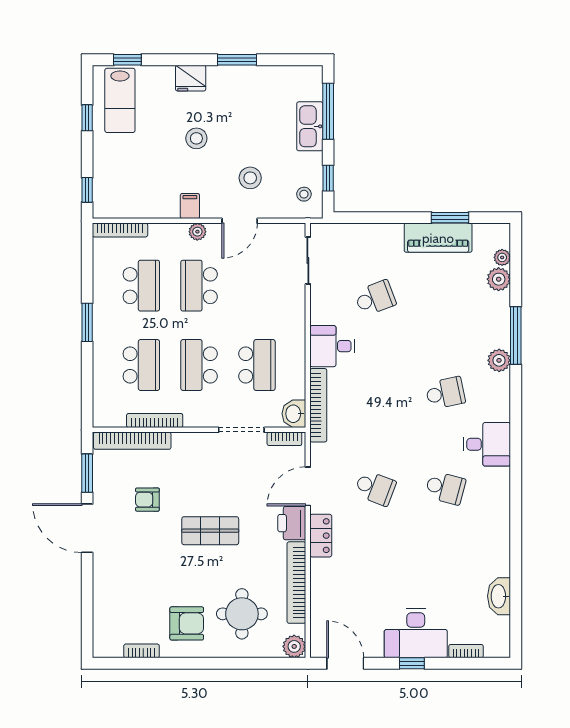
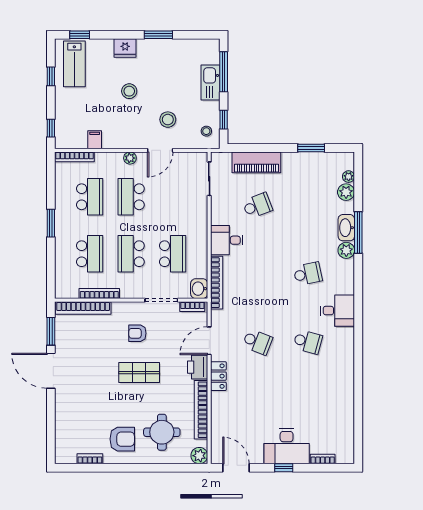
filing cabinet: (190, 206) -> (95, 140), moved
piano: (438, 238) -> (256, 162), moved
armchair: (147, 500) -> (137, 333), moved
washbasin: (499, 596) -> (346, 228), moved

